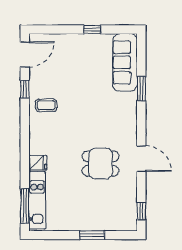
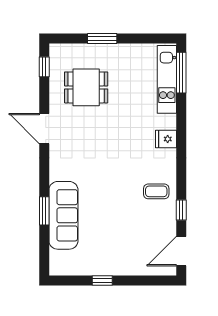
sofa: (125, 62) -> (63, 215), moved
fridge: (38, 163) -> (166, 139), moved
dining table: (100, 164) -> (86, 87), moved

